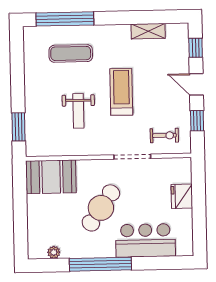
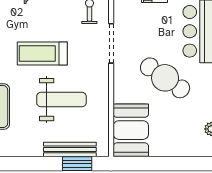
weight bench: (78, 111) -> (61, 100), width x1.36, depth x1.33
bench: (32, 120) -> (70, 149), added

